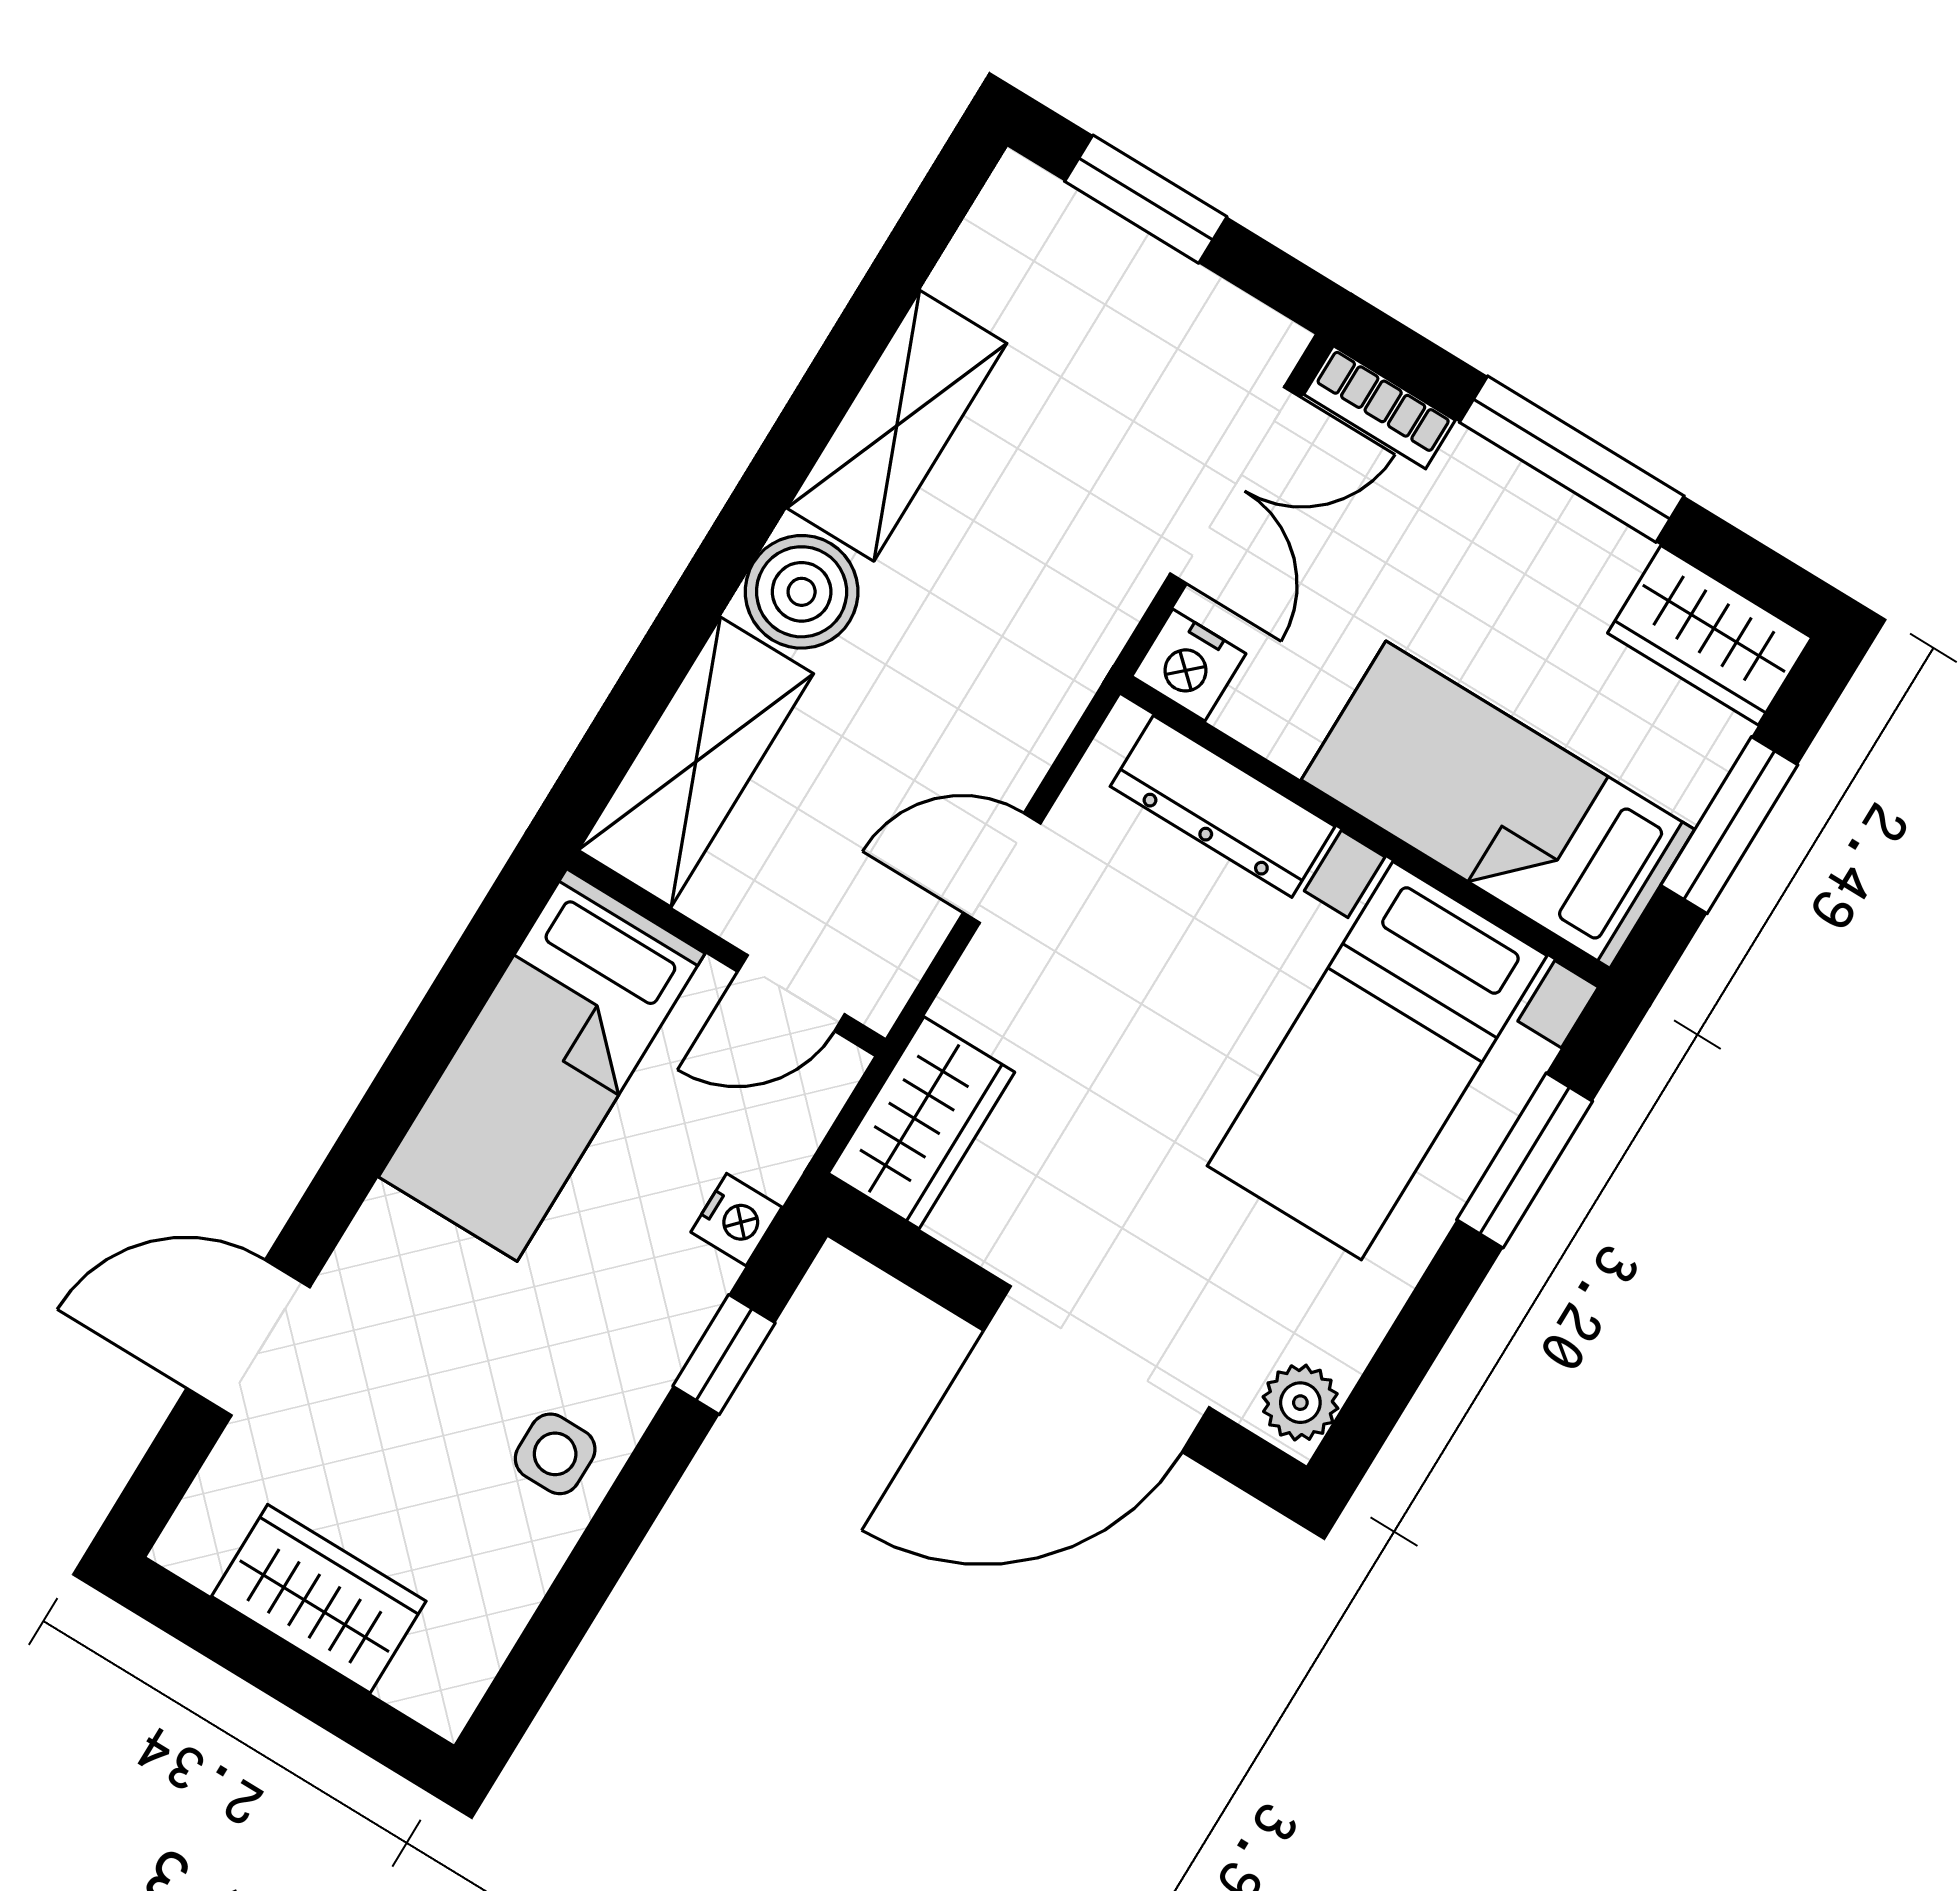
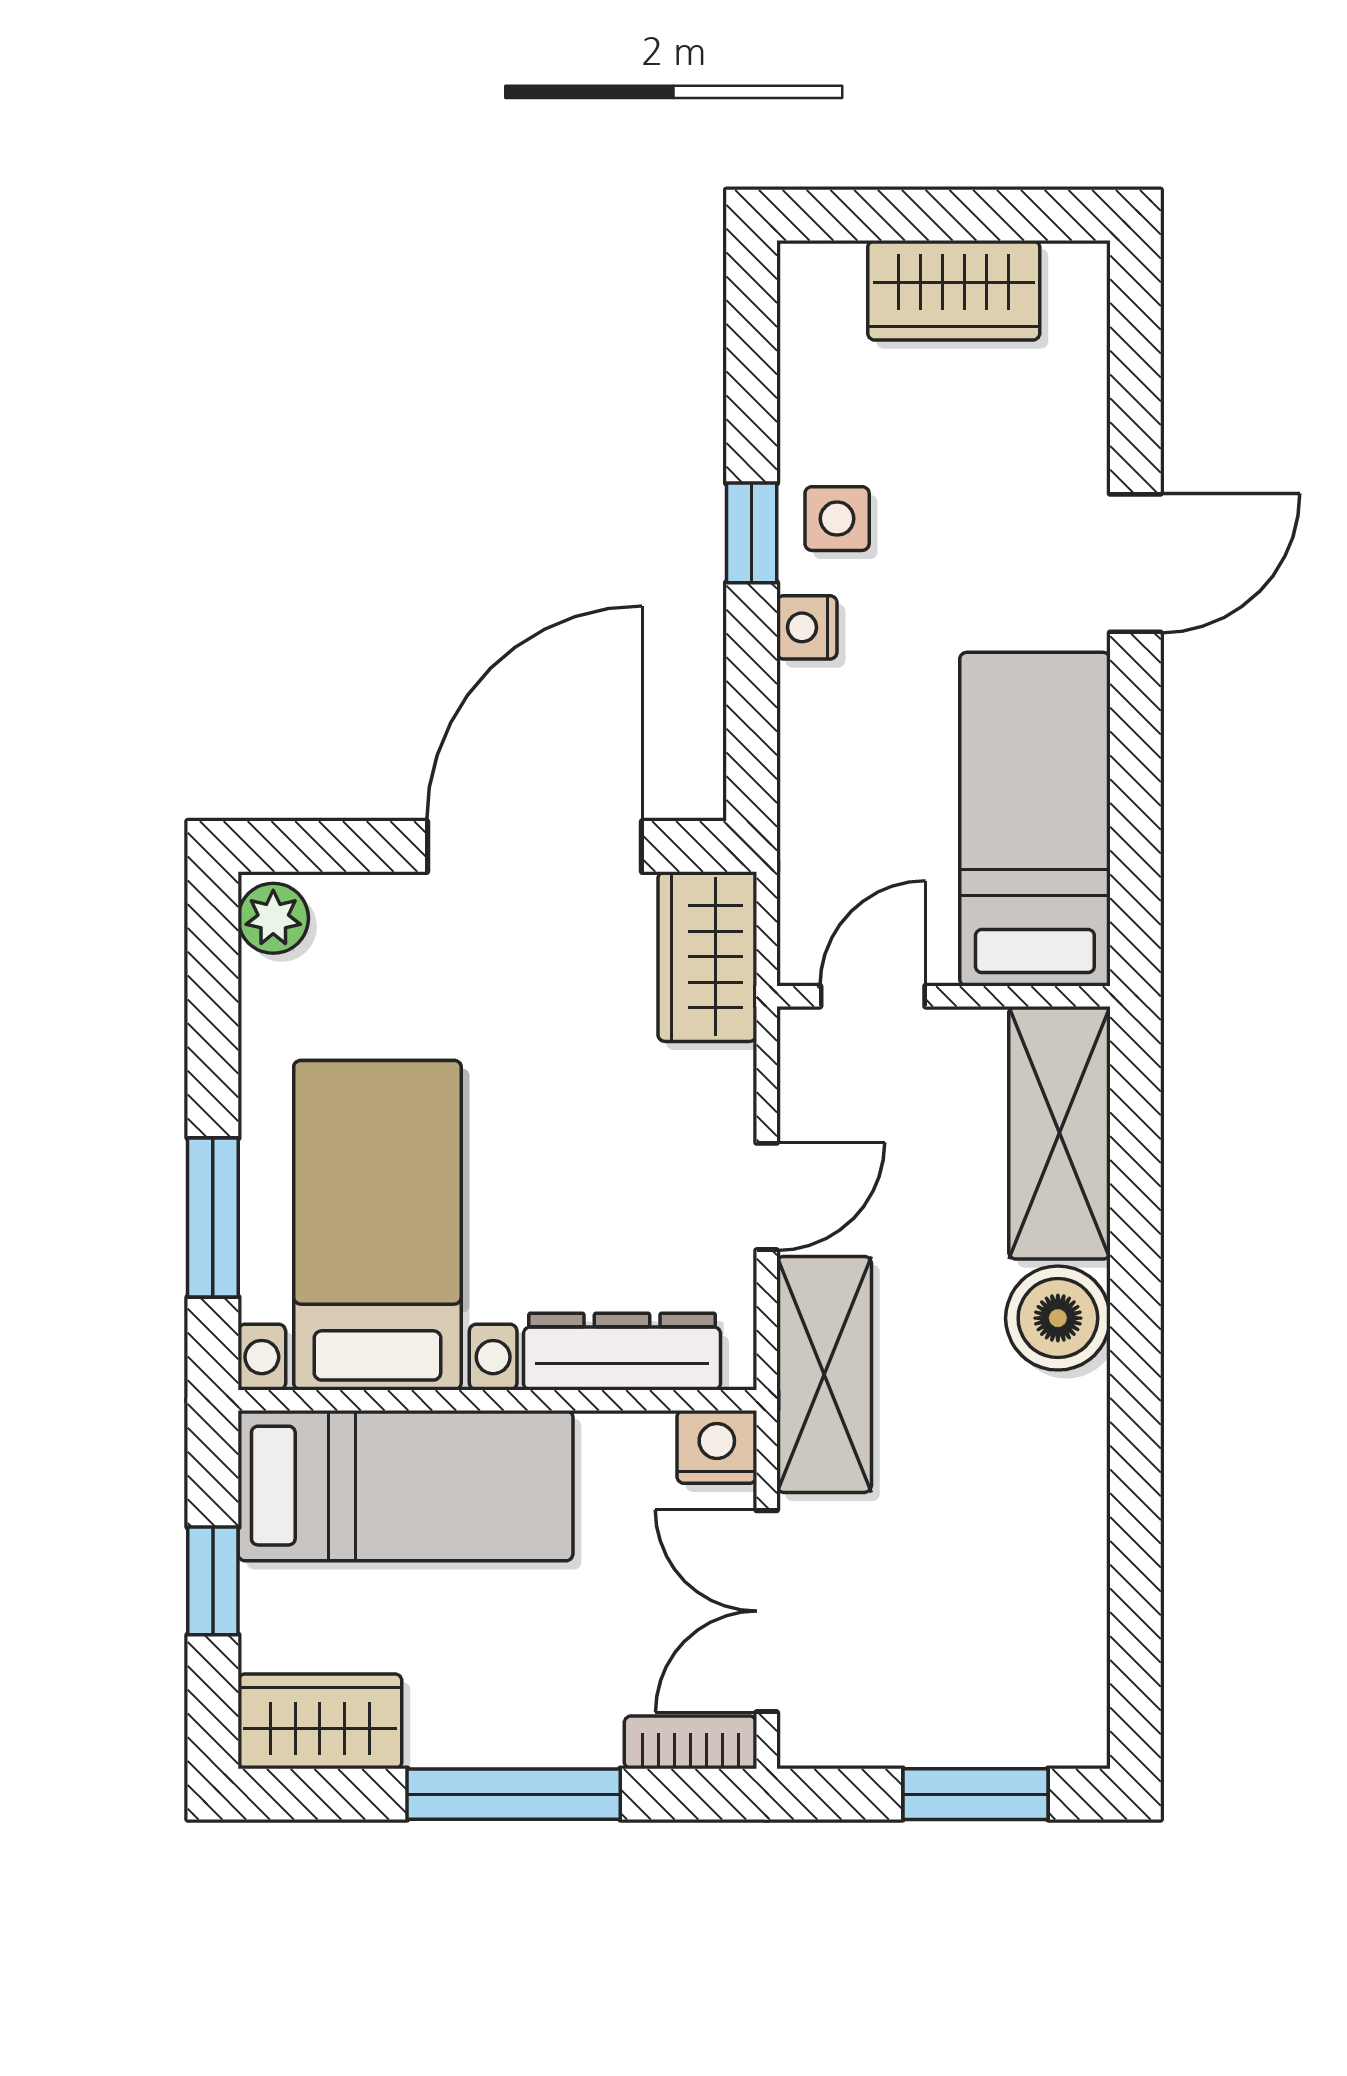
shelving: (897, 426) -> (824, 1374), moved
window: (1729, 825) -> (213, 1581), width x0.67
nightstand: (736, 1220) -> (807, 627), moved
door: (248, 1338) -> (1135, 563), moved
window: (724, 1355) -> (752, 533), moved
door: (1096, 1369) -> (535, 846), moved

